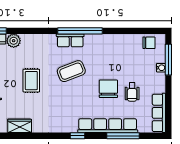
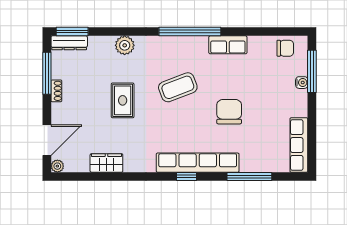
row of seats: (70, 40) -> (228, 45), moved
plant: (14, 41) -> (125, 45), moved
wheelchair: (132, 92) -> (262, 116), removed
row of seats: (108, 126) -> (198, 163), moved

